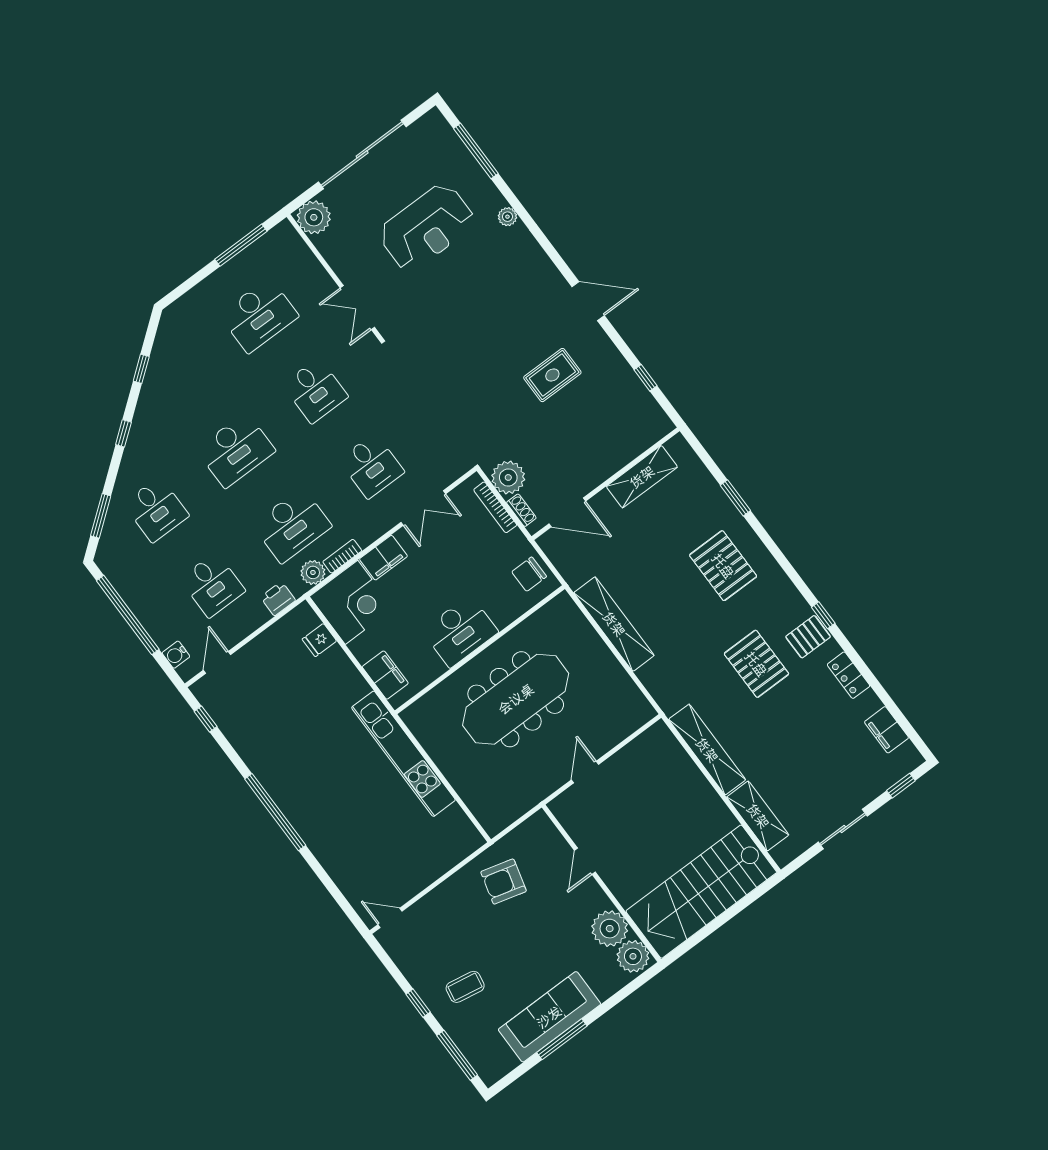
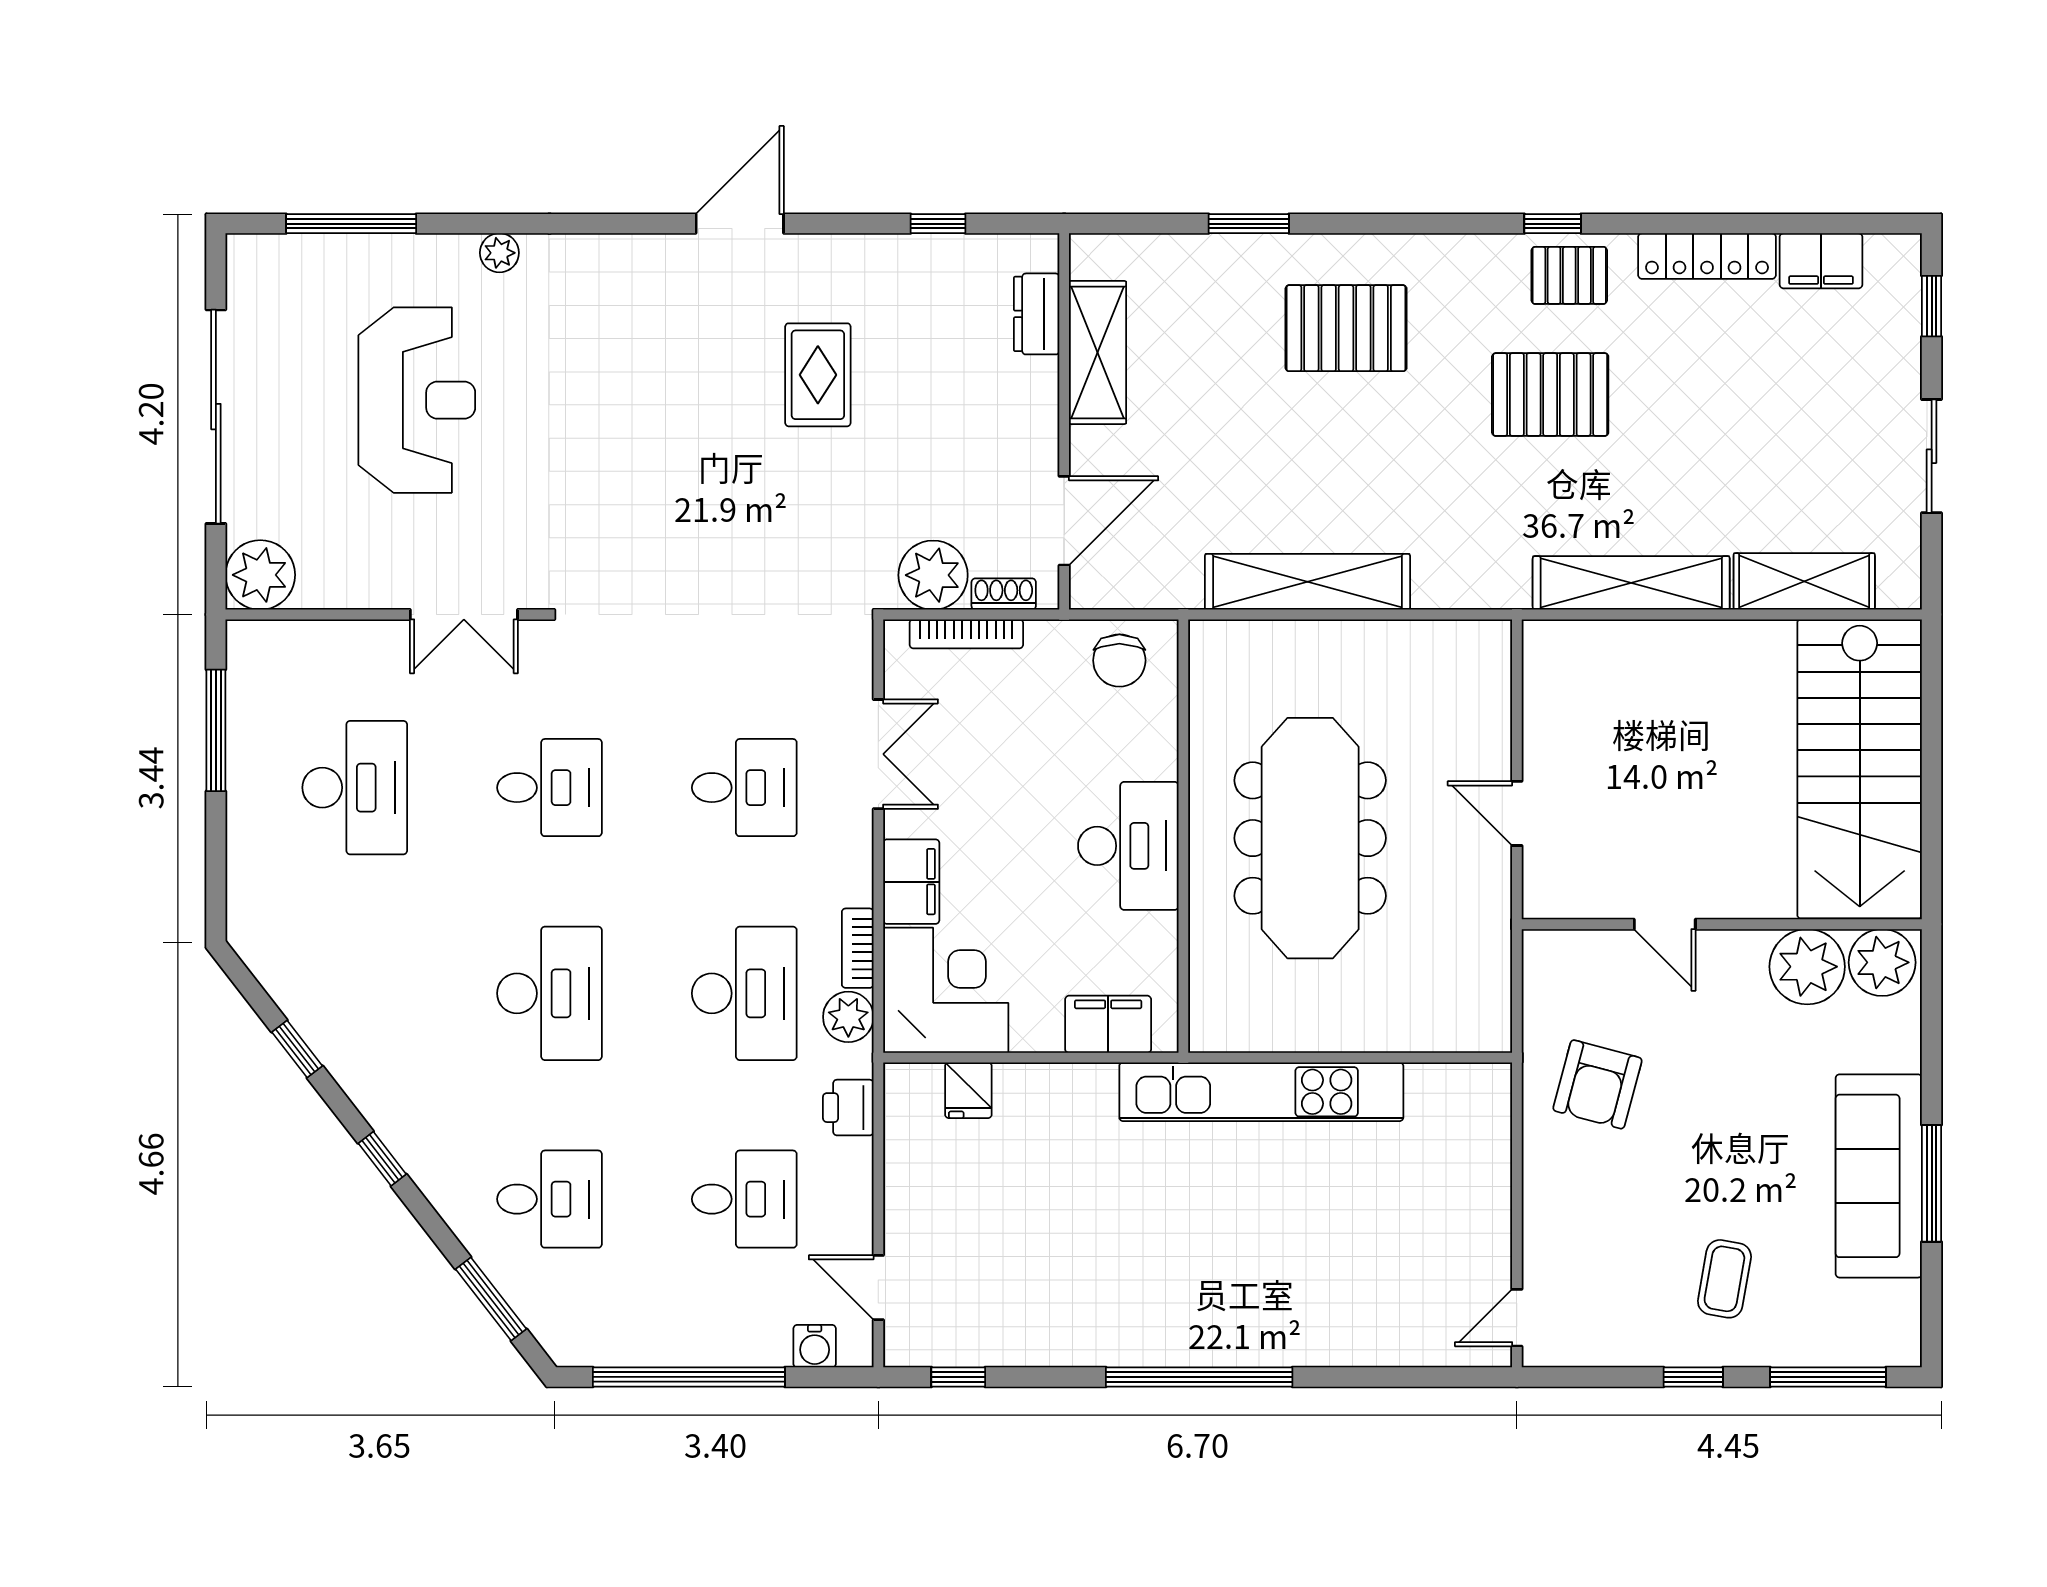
dresser: (639, 442) -> (1037, 314), added
pallet: (808, 637) -> (1569, 275), turned 90
locker: (849, 675) -> (1707, 256), width x1.53

